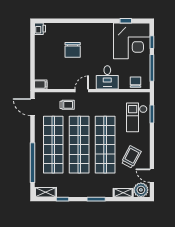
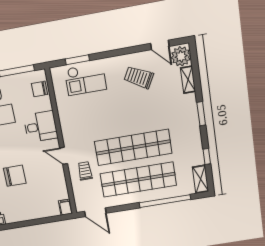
door: (32, 107) -> (95, 212), hinge flipped
shop shelf: (105, 145) -> (128, 114), removed
door: (152, 176) -> (160, 45), hinge flipped

